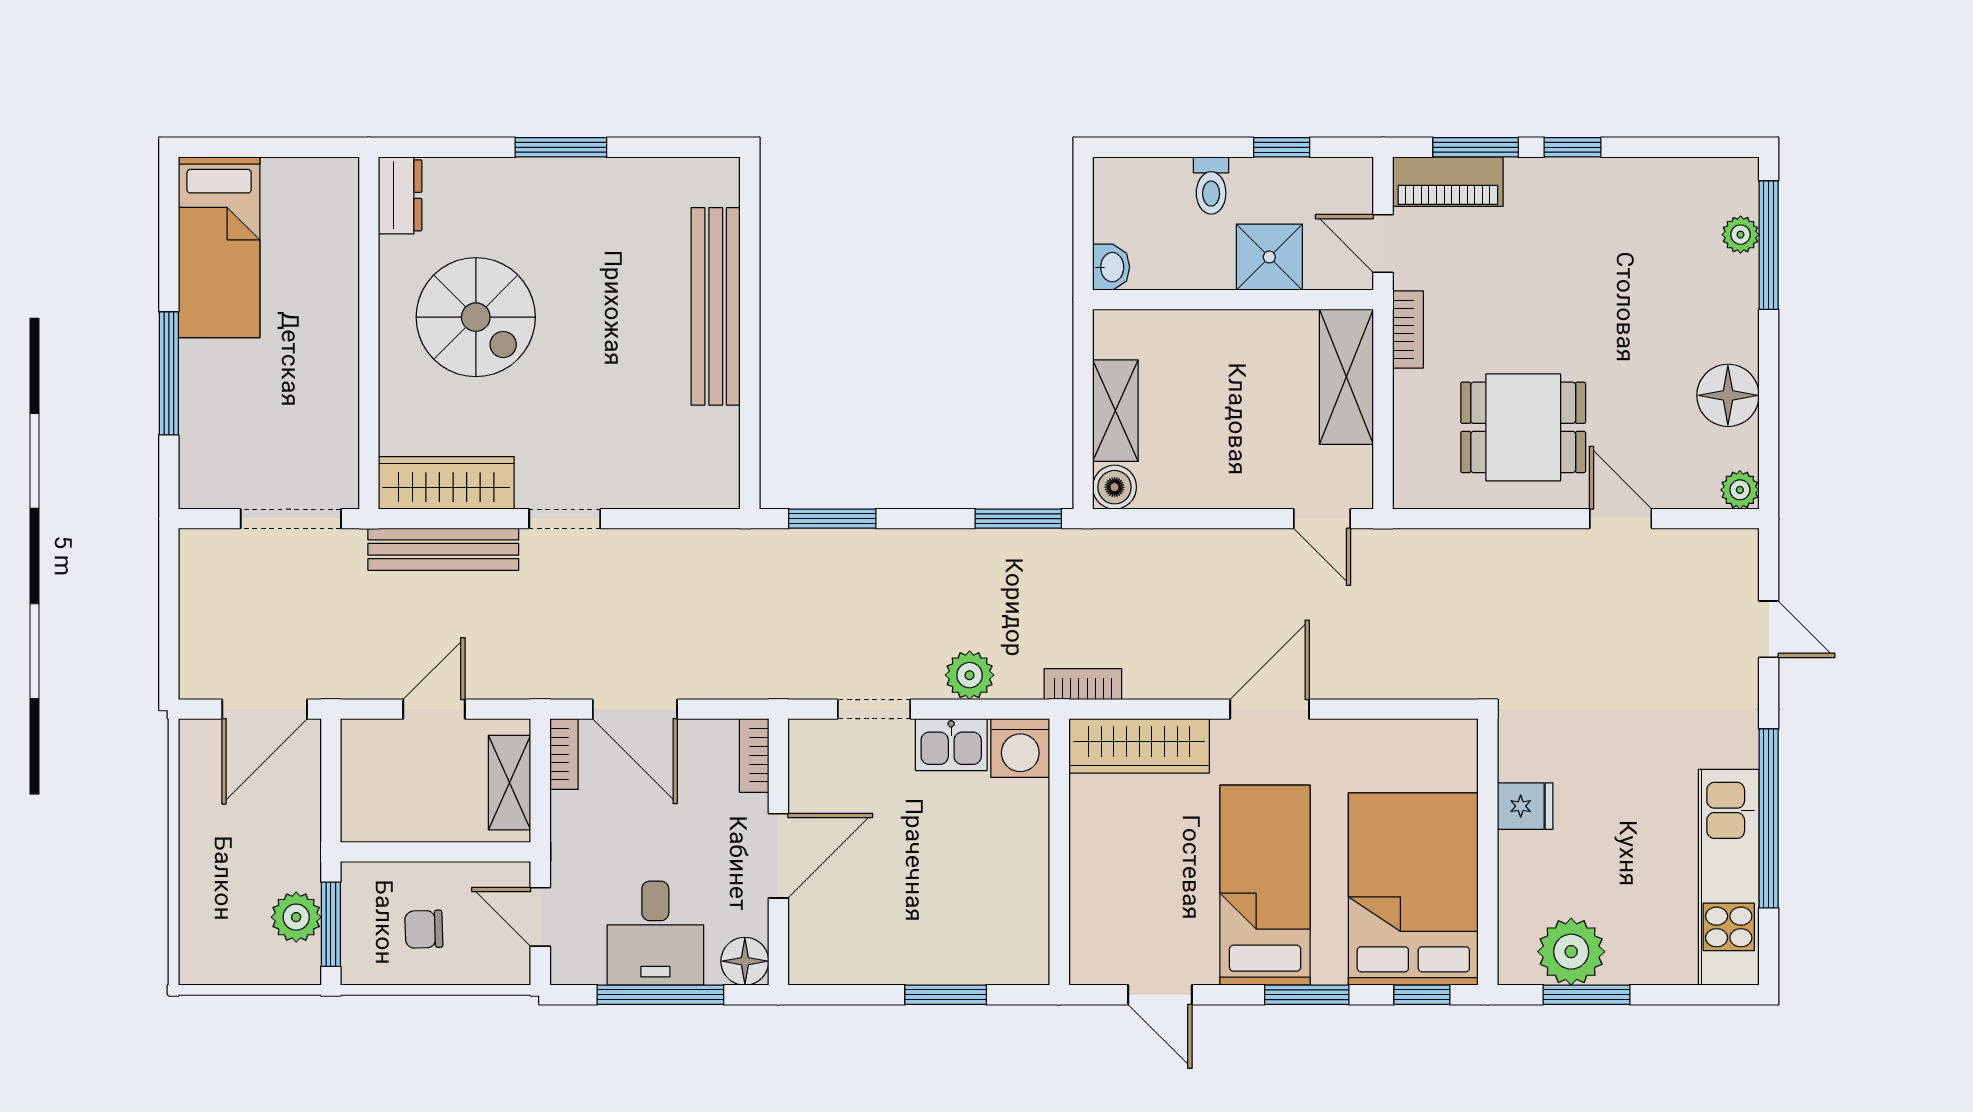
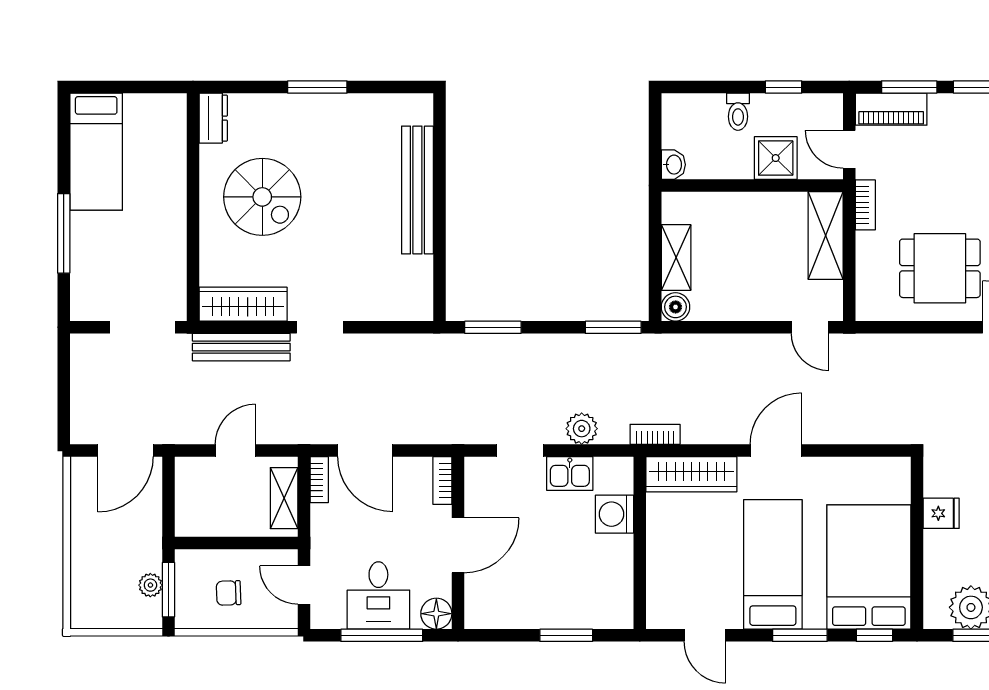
washing machine: (1020, 748) -> (615, 514), moved, turned 90
plant: (296, 917) -> (150, 585), width x0.73, depth x0.73

